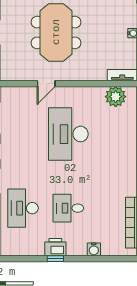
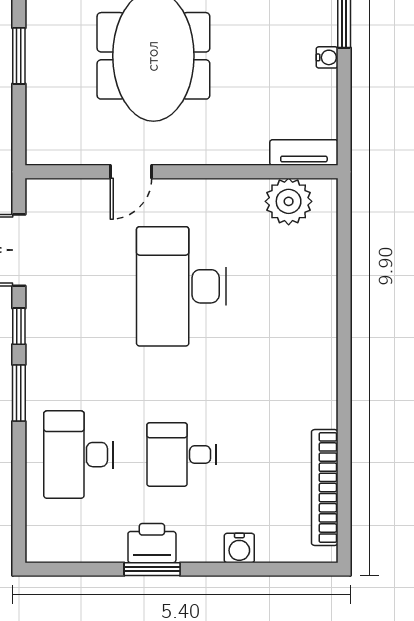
window: (55, 259) -> (152, 569), width x1.50

